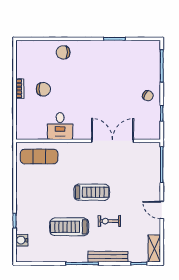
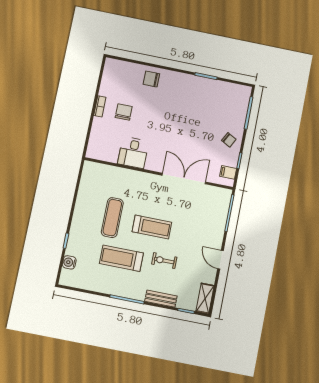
chair: (43, 89) -> (124, 112), turned -90
filing cabinet: (153, 127) -> (228, 172), added
exercise mat: (39, 156) -> (112, 218), moved, turned 90
bench: (108, 257) -> (161, 299), width x0.73

